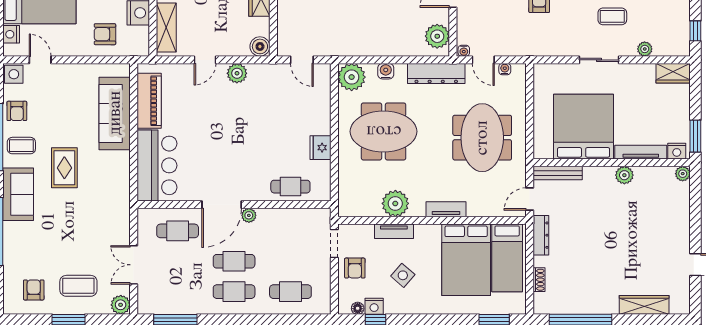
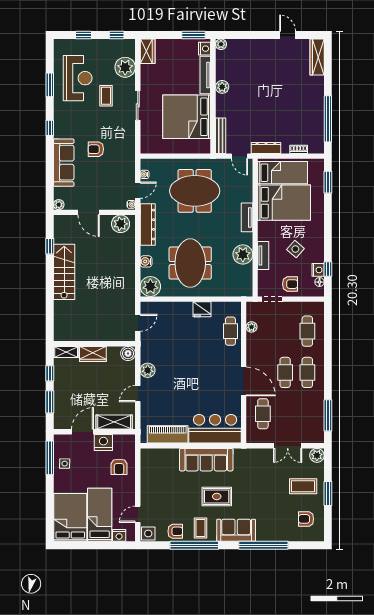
plant: (645, 49) -> (125, 67), width x1.87, depth x1.87
door: (205, 60) -> (138, 394), swing flipped
sofa: (115, 113) -> (206, 460), moved
plant: (249, 215) -> (252, 327), moved
coffee table: (78, 286) -> (303, 486), turned 90
wardrobe: (644, 305) -> (317, 57), moved

